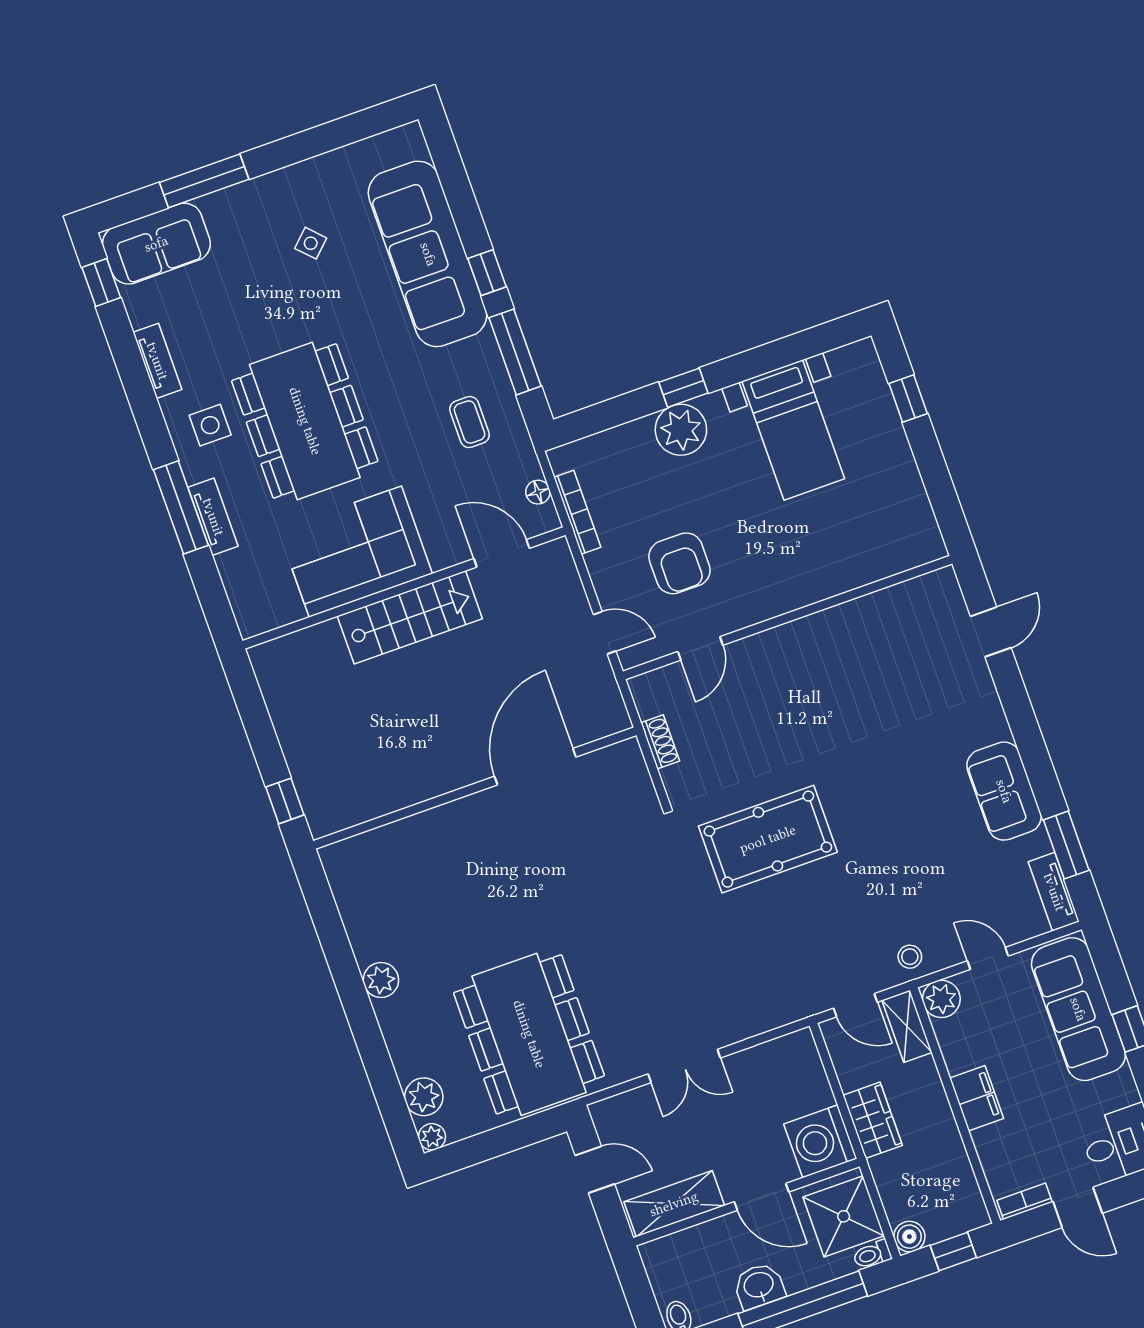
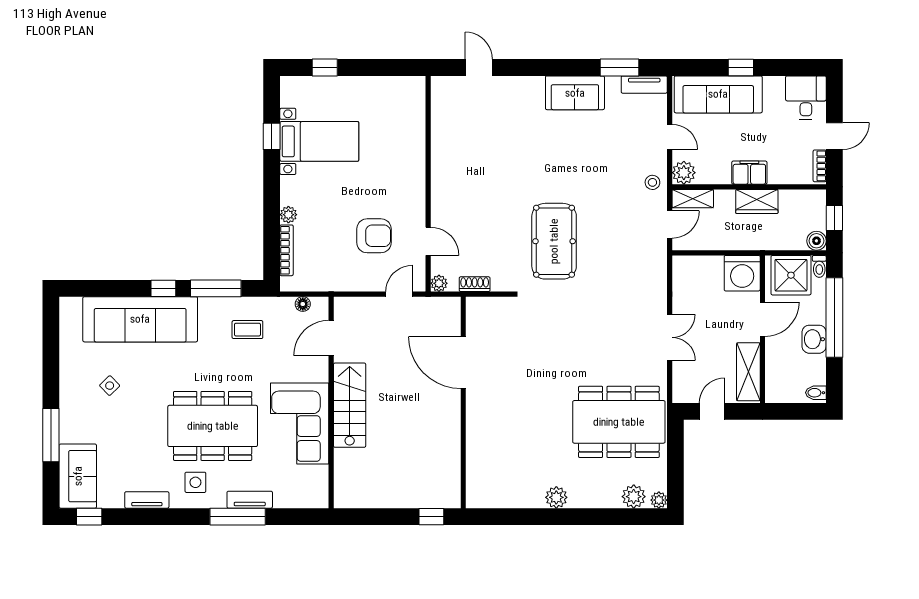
window: (683, 388) -> (272, 136), moved
plant: (681, 430) -> (288, 215), width x0.53, depth x0.53
bookcase: (577, 512) -> (287, 250), moved, turned 90
plant: (642, 687) -> (439, 283), added
door: (988, 958) -> (670, 137), swing flipped
wardrobe: (873, 1120) -> (757, 201), moved, turned 180

